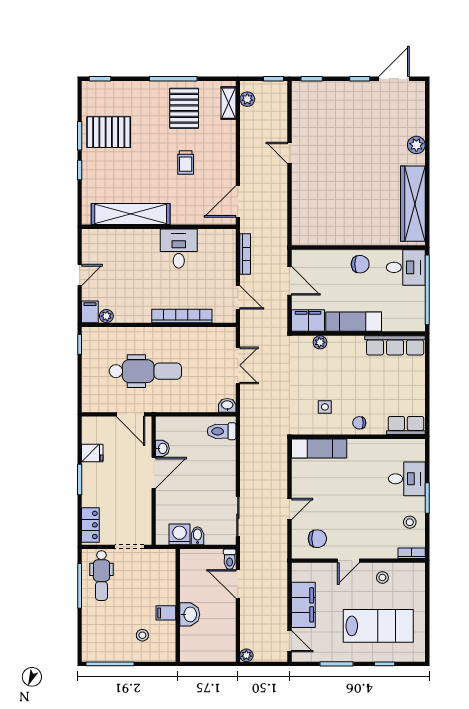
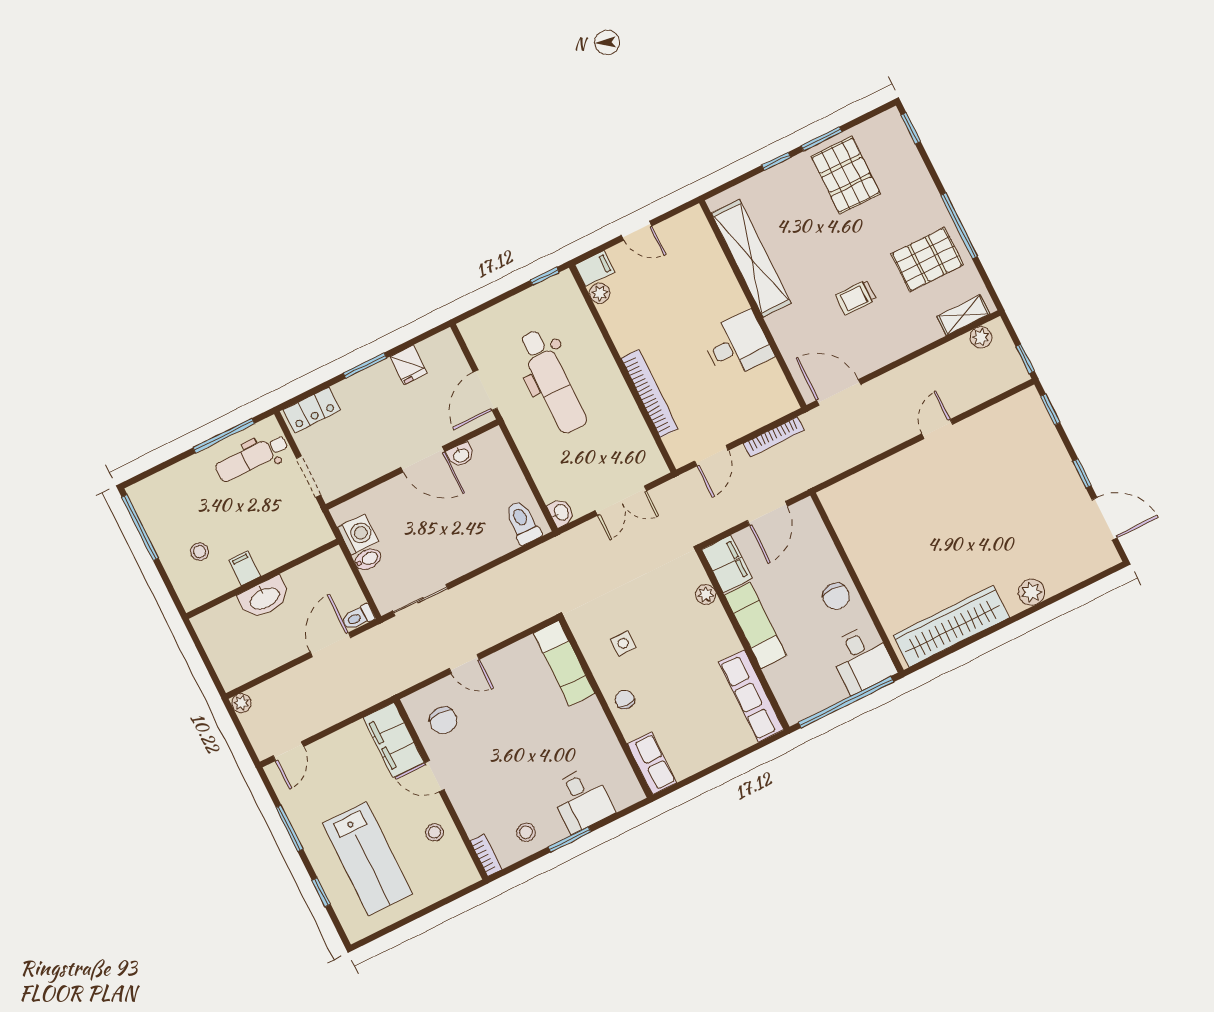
filing cabinet: (303, 605) -> (394, 740), moved, turned 90
washbasin: (190, 614) -> (264, 598), width x1.38

